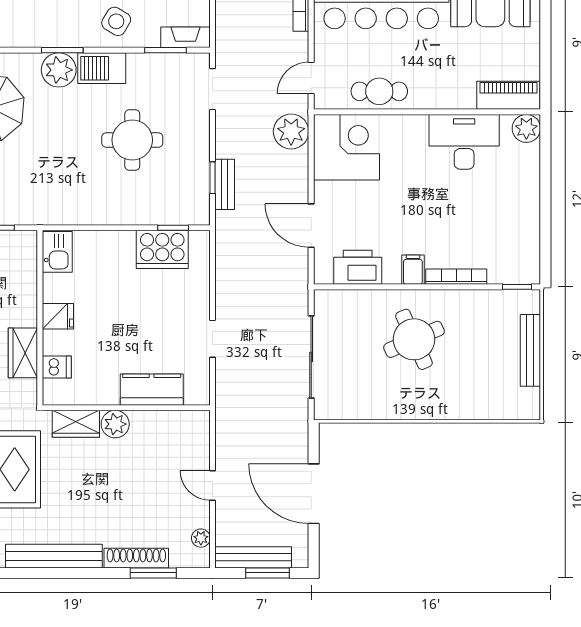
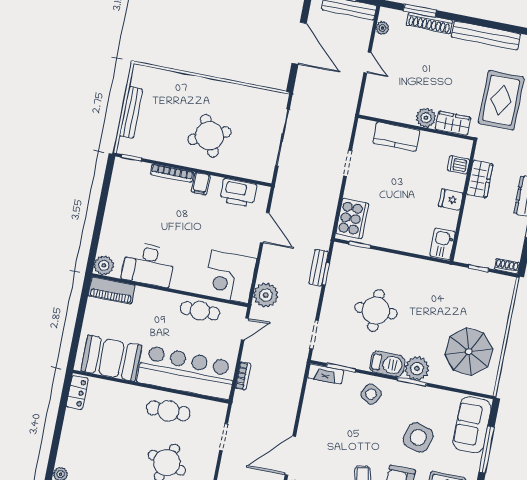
cooker: (162, 249) -> (352, 219), moved, turned 90

